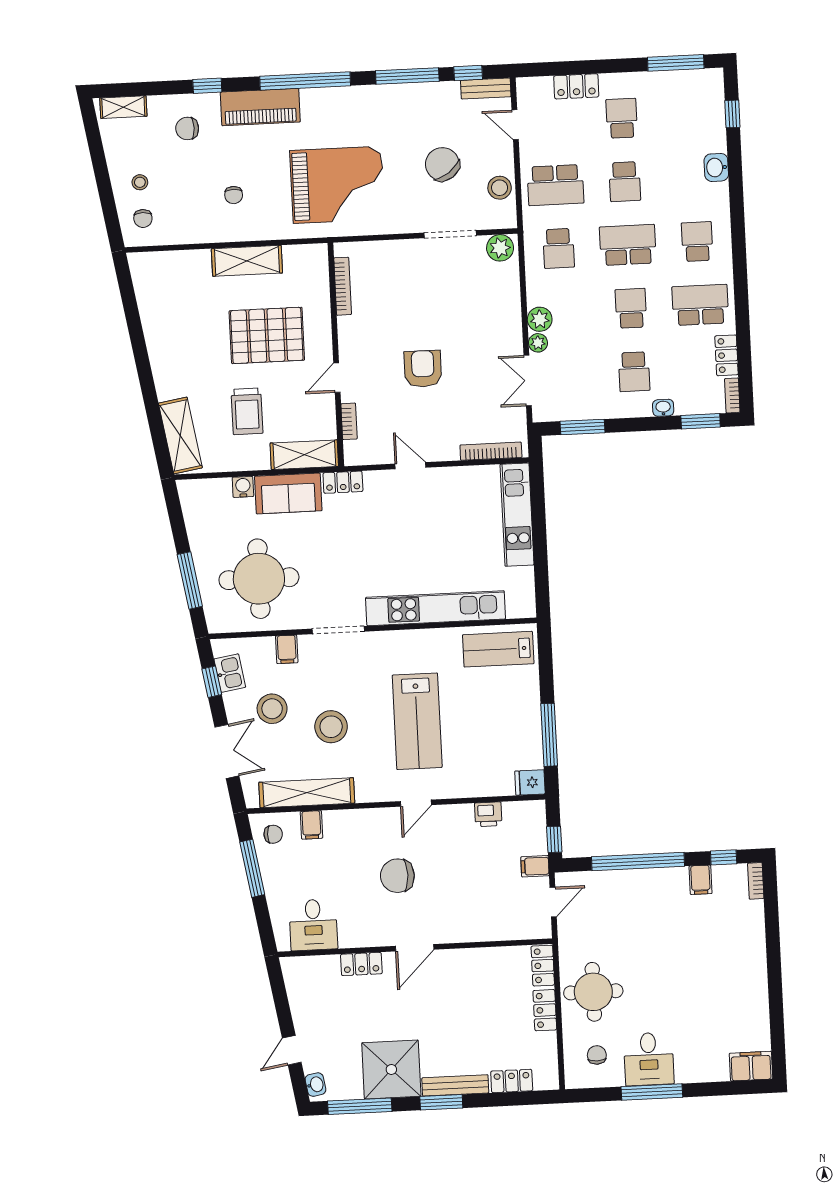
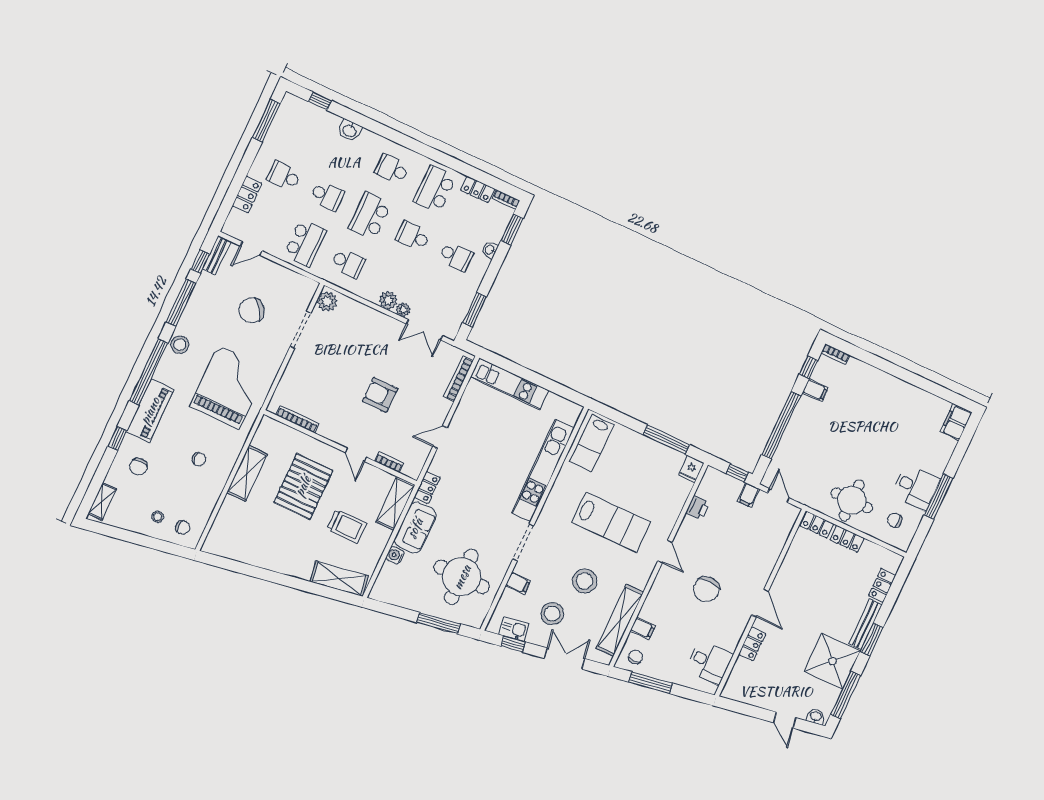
stool: (500, 188) -> (180, 345), moved

